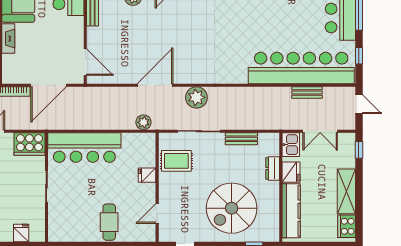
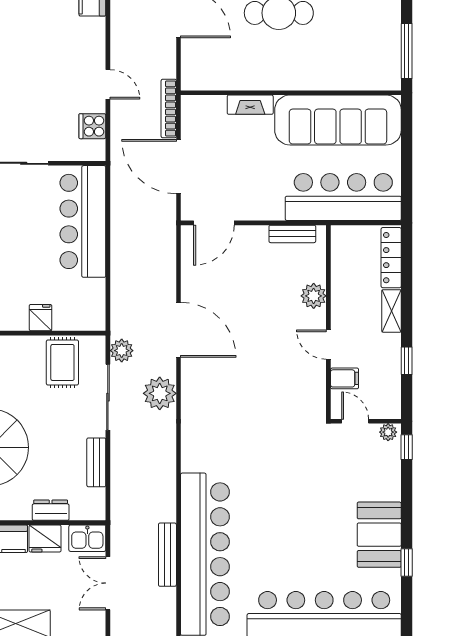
bench: (307, 92) -> (167, 555), width x1.36
plant: (143, 122) -> (122, 351), moved
cooker: (29, 144) -> (92, 126), width x0.53, depth x0.76

